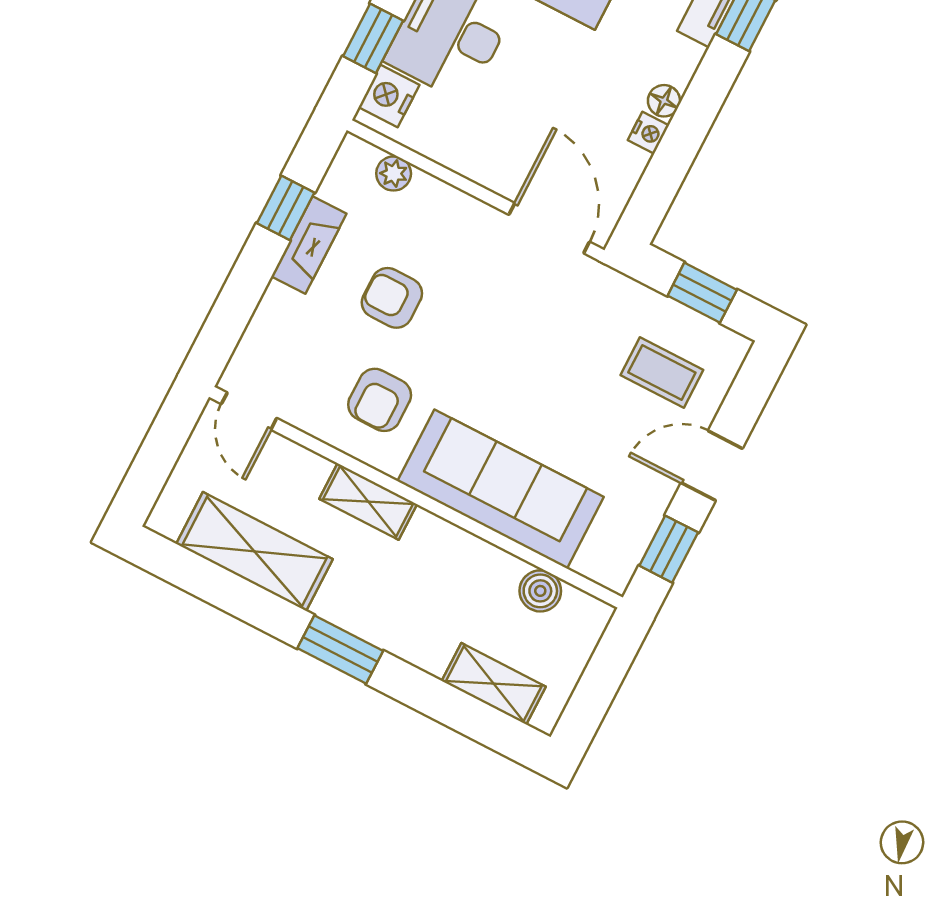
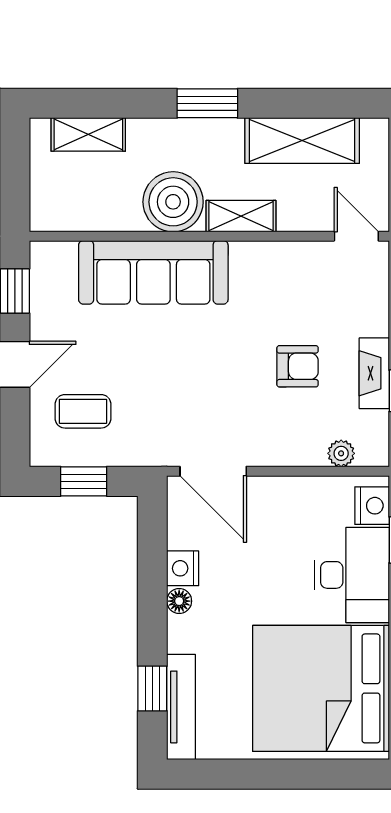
nightstand: (648, 133) -> (183, 568), width x1.39, depth x1.35
armchair: (380, 400) -> (270, 291), removed
boiler: (540, 591) -> (173, 202), moved, width x1.86, depth x1.86

